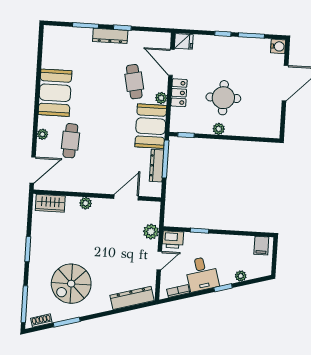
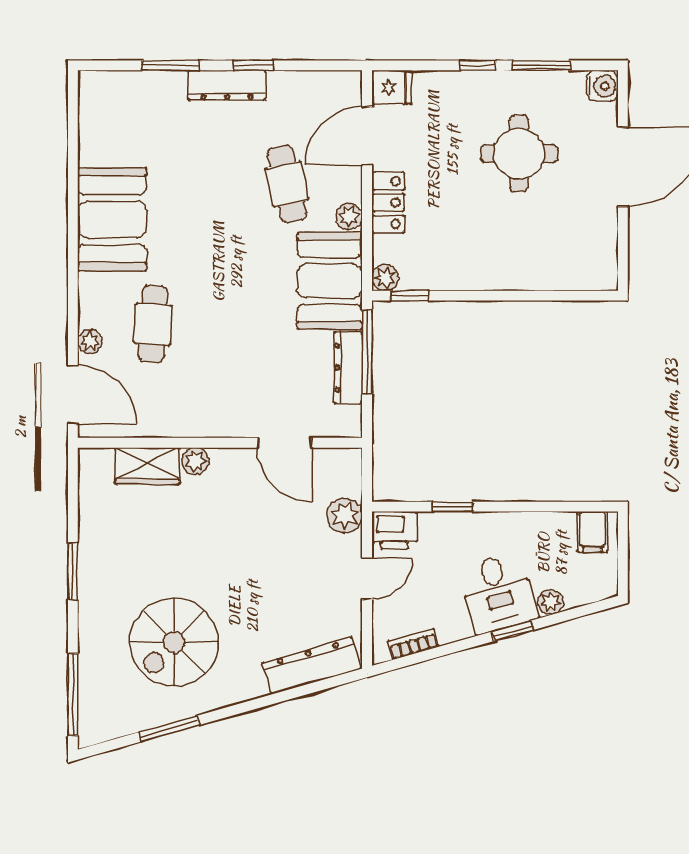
door: (171, 62) -> (367, 136), hinge flipped
round table: (223, 98) -> (519, 154), moved
plant: (219, 129) -> (385, 278), moved
plant: (42, 134) -> (90, 342), moved
door: (33, 170) -> (73, 395), hinge flipped
door: (126, 197) -> (285, 443), swing flipped
wardrobe: (50, 203) -> (147, 466), moved
desk: (202, 274) -> (498, 593), moved
shoe rack: (41, 321) -> (113, 729), removed

